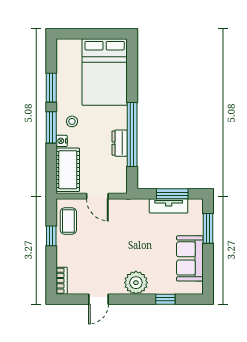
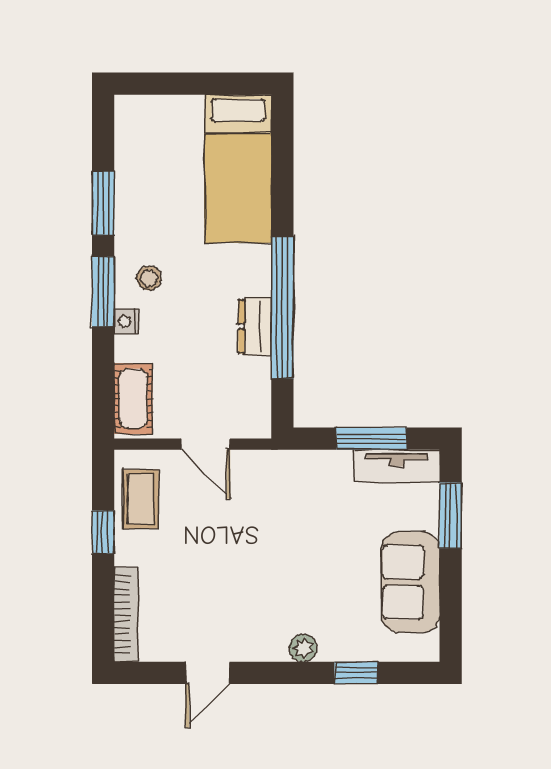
bed: (105, 72) -> (238, 169), width x0.67
cot: (68, 170) -> (133, 398), width x0.73, depth x0.75
tv unit: (169, 206) -> (397, 466), moved
bookcase: (62, 281) -> (126, 615), width x1.56
plant: (136, 283) -> (303, 648), width x0.53, depth x0.53

